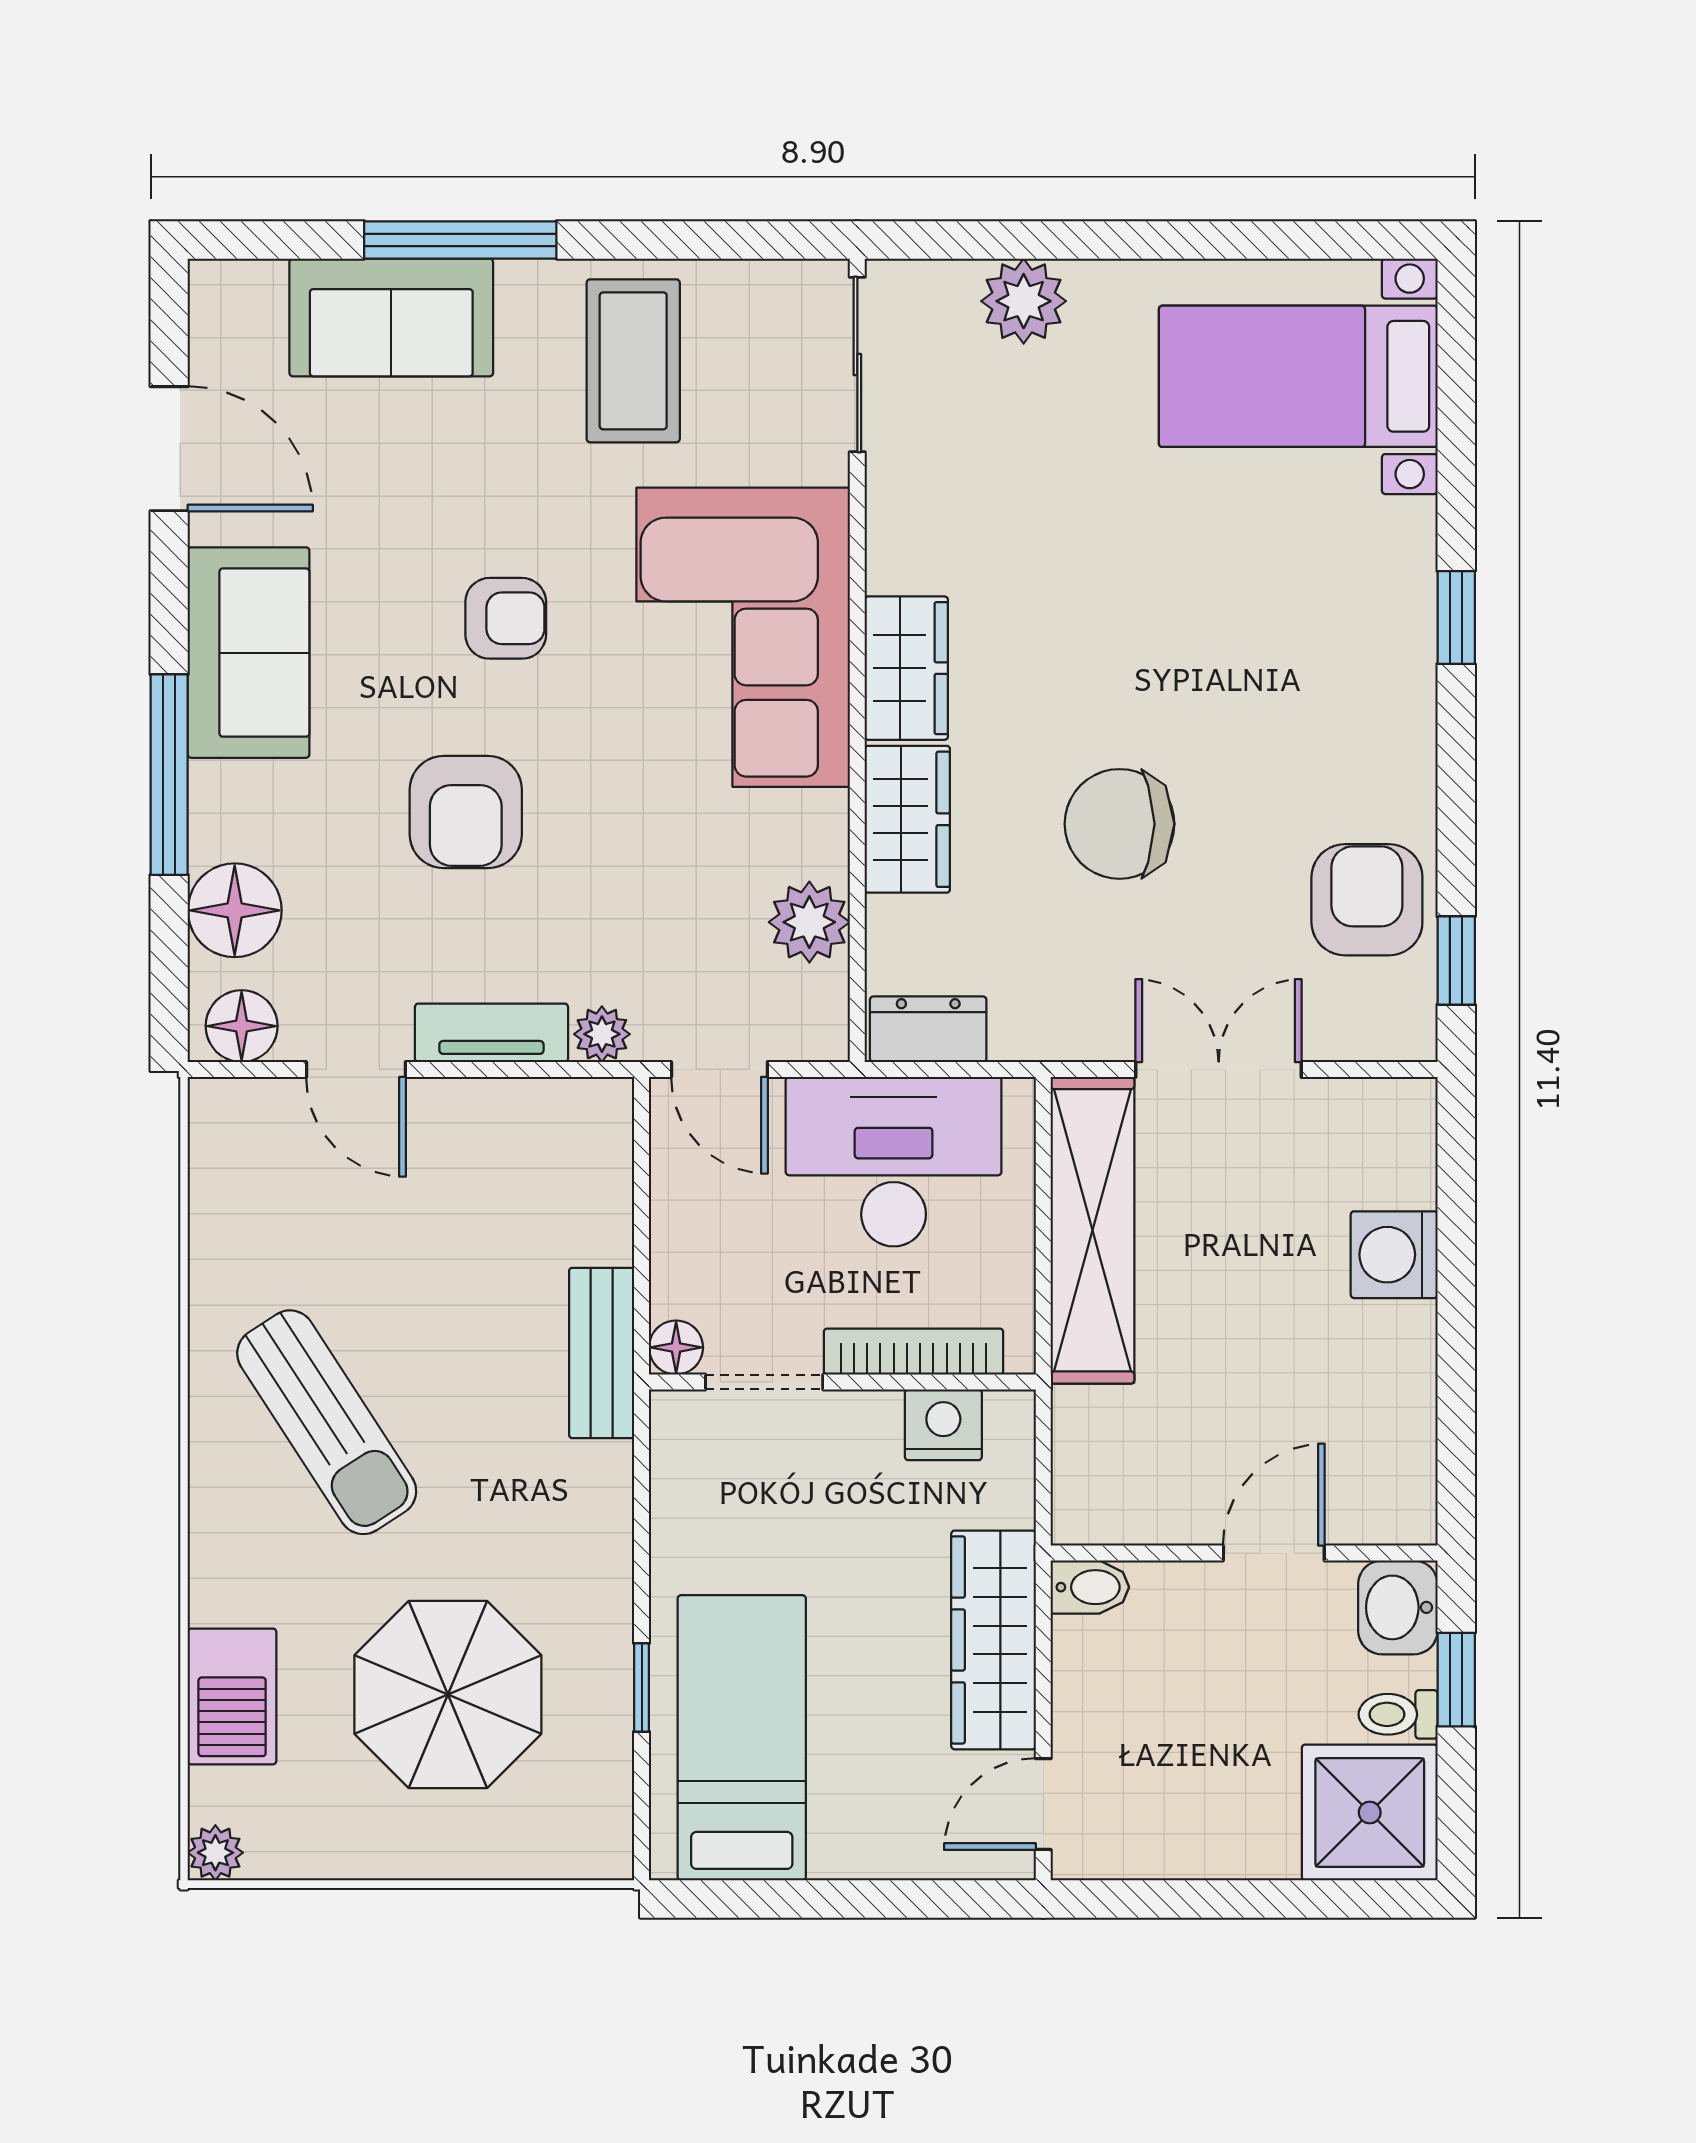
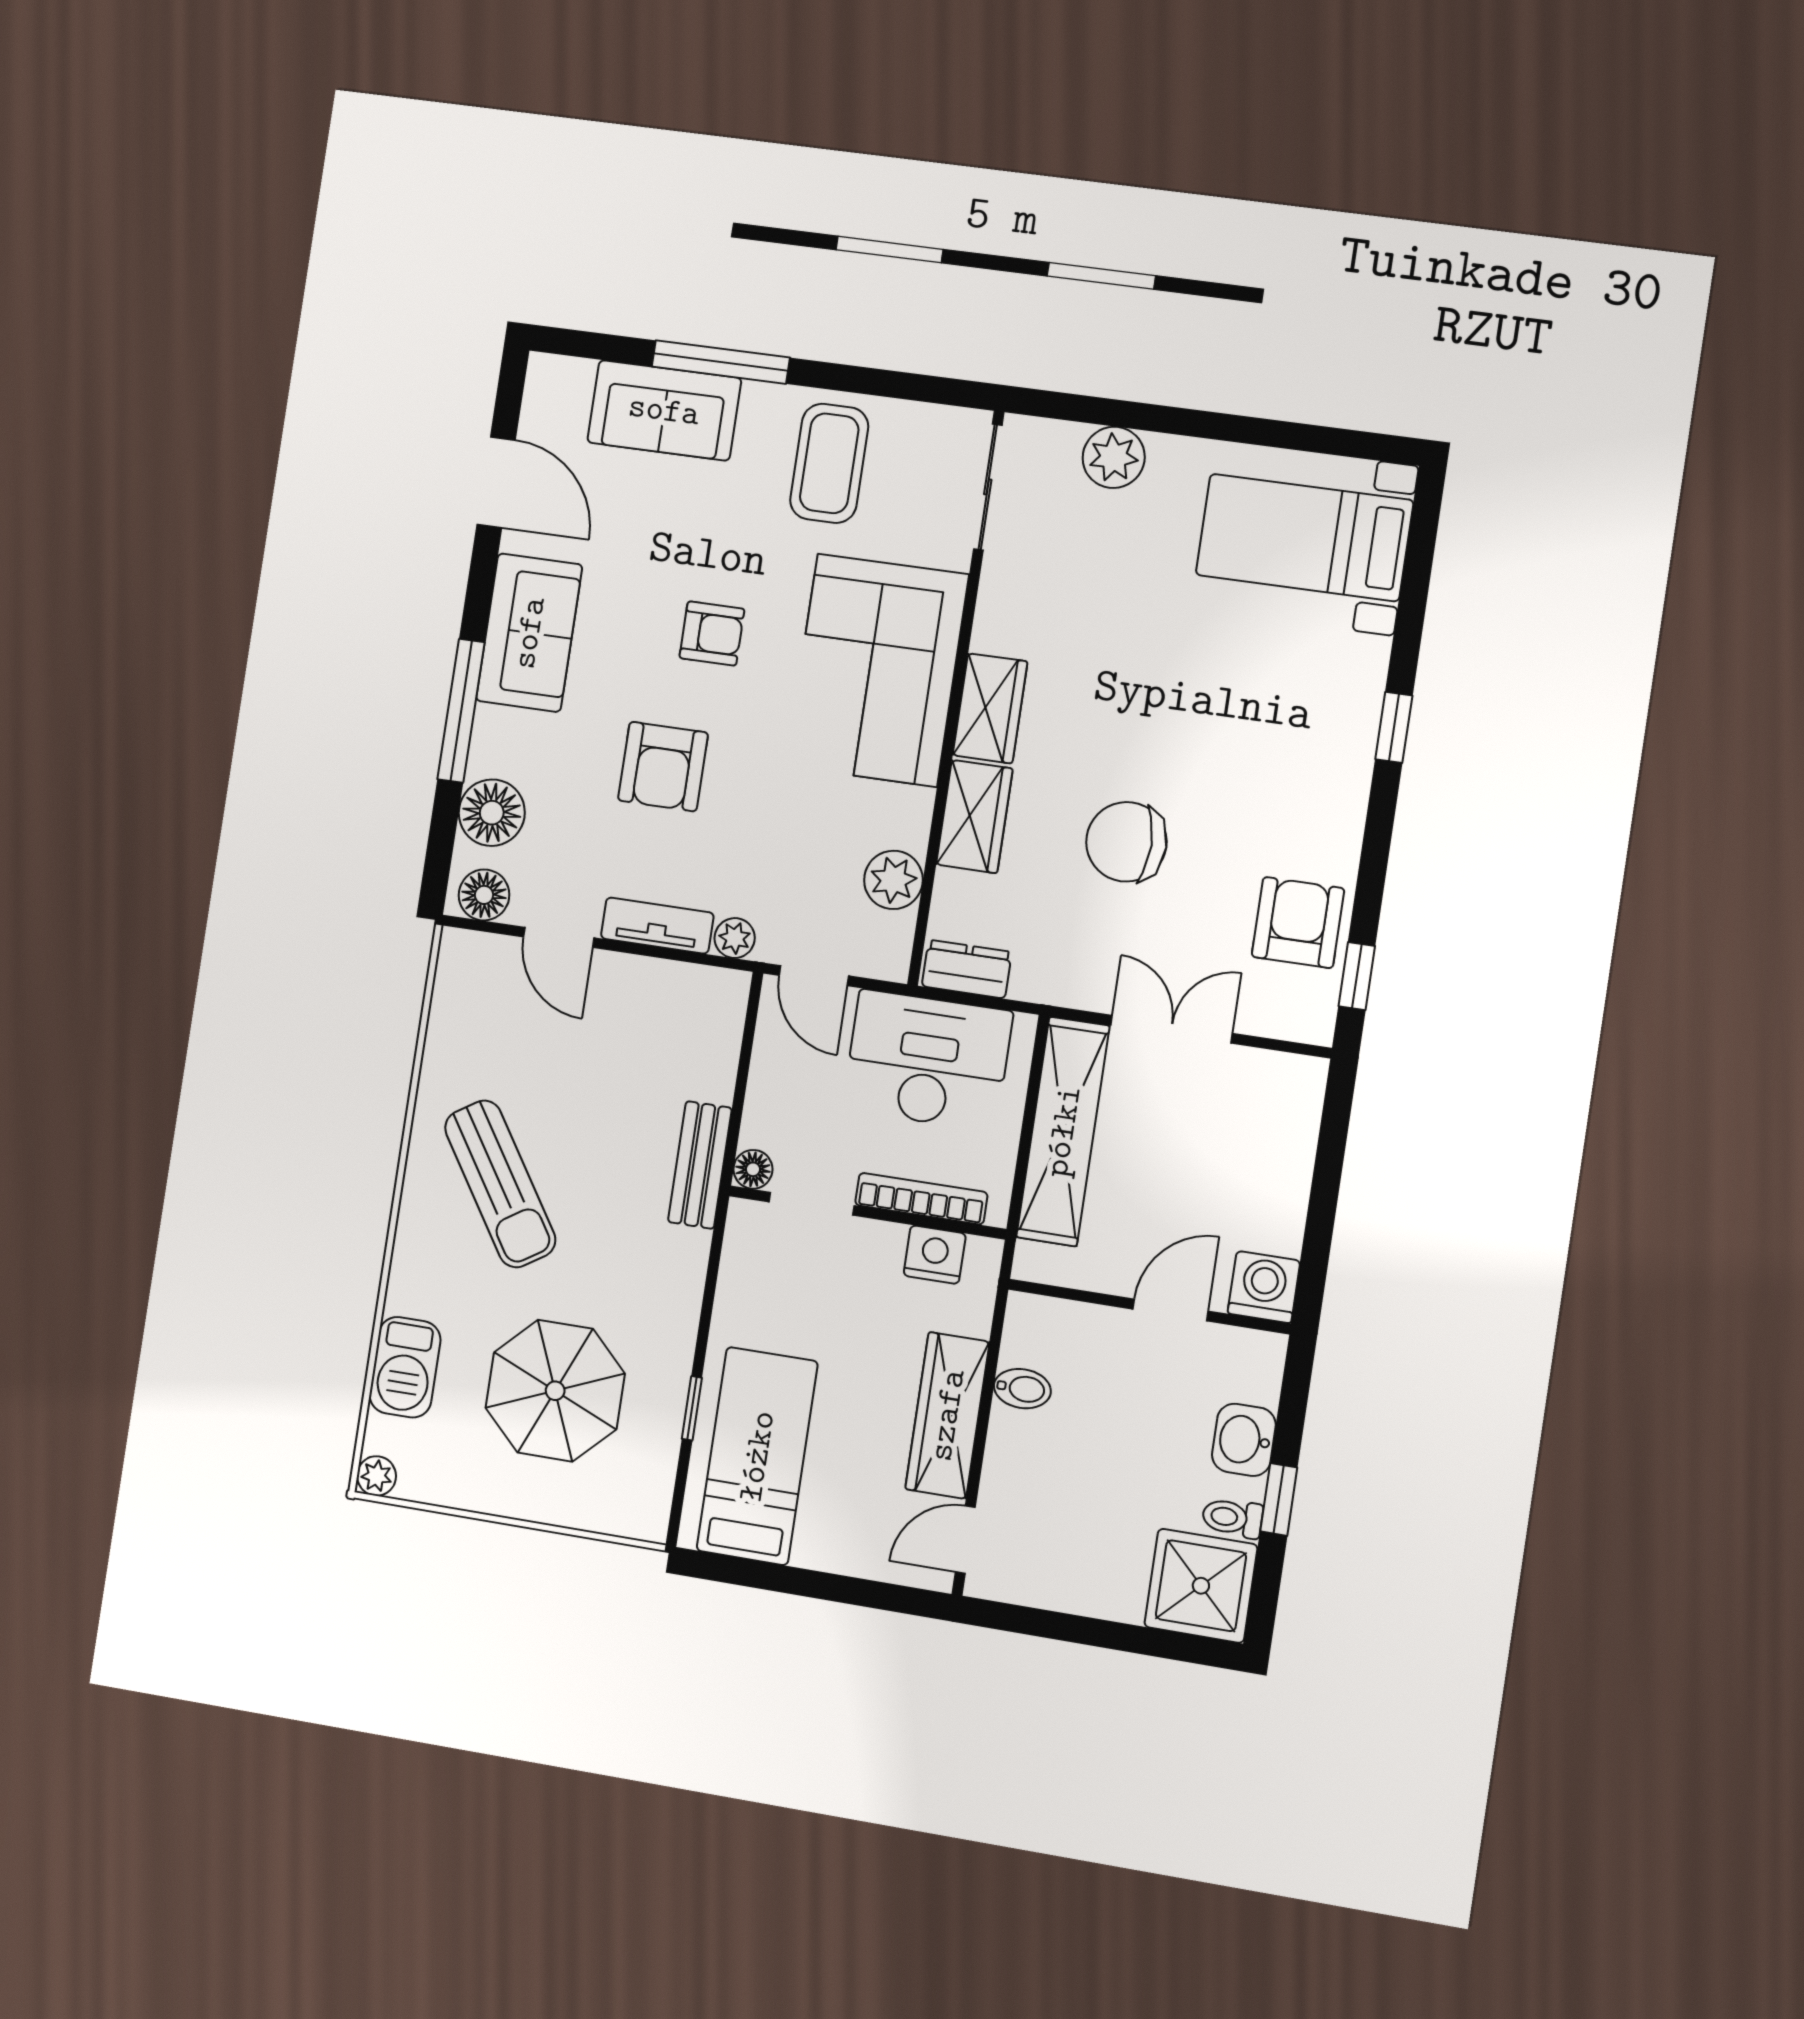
washing machine: (1394, 1255) -> (1264, 1287), moved, turned 90
wall: (1244, 1553) -> (1149, 1307), moved
door: (1274, 1553) -> (1171, 1310), moved

